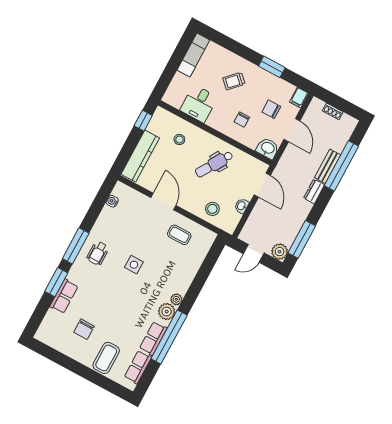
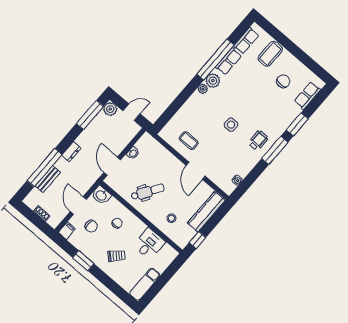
bench: (328, 166) -> (48, 179), moved
stool: (212, 209) -> (157, 156), removed
row of seats: (64, 296) -> (307, 95), moved

